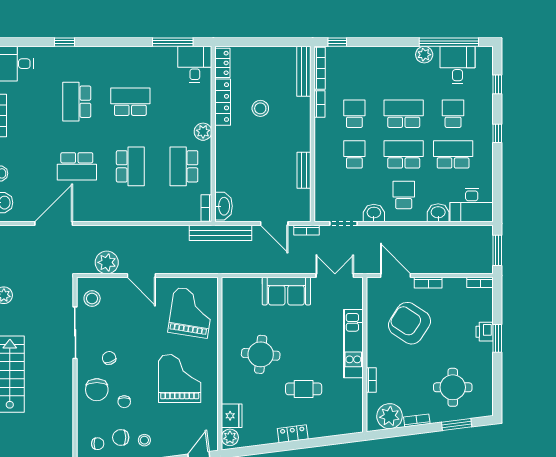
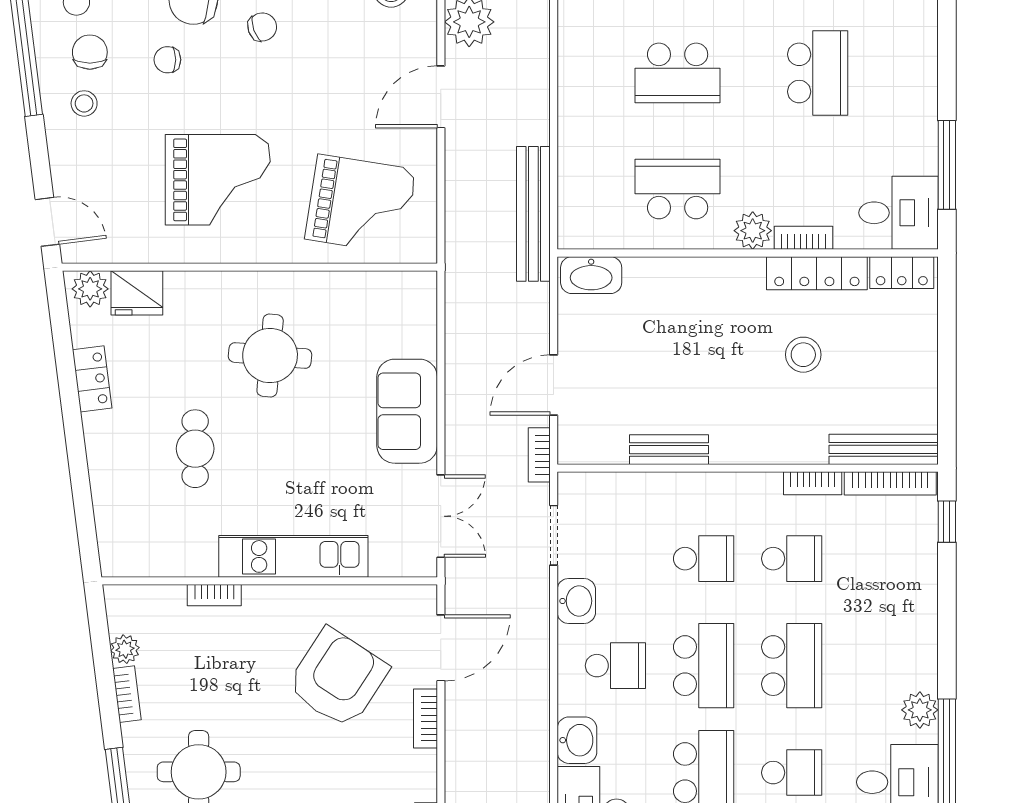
bookcase: (206, 208) -> (803, 238), moved
bench: (220, 233) -> (533, 214), moved
plant: (390, 416) -> (125, 649), width x0.53, depth x0.53
locker: (293, 434) -> (92, 379), moved

